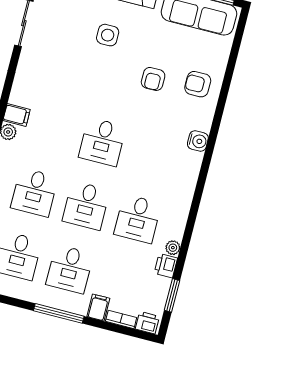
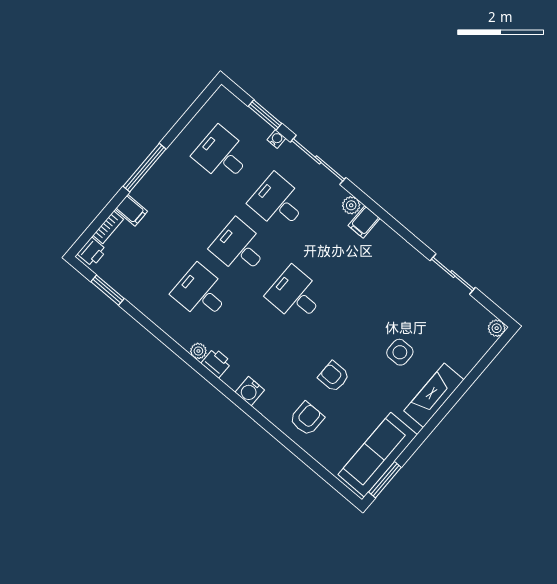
plant: (173, 248) -> (198, 351), moved
printer: (166, 266) -> (216, 363), moved
desk: (70, 269) -> (184, 200), removed

